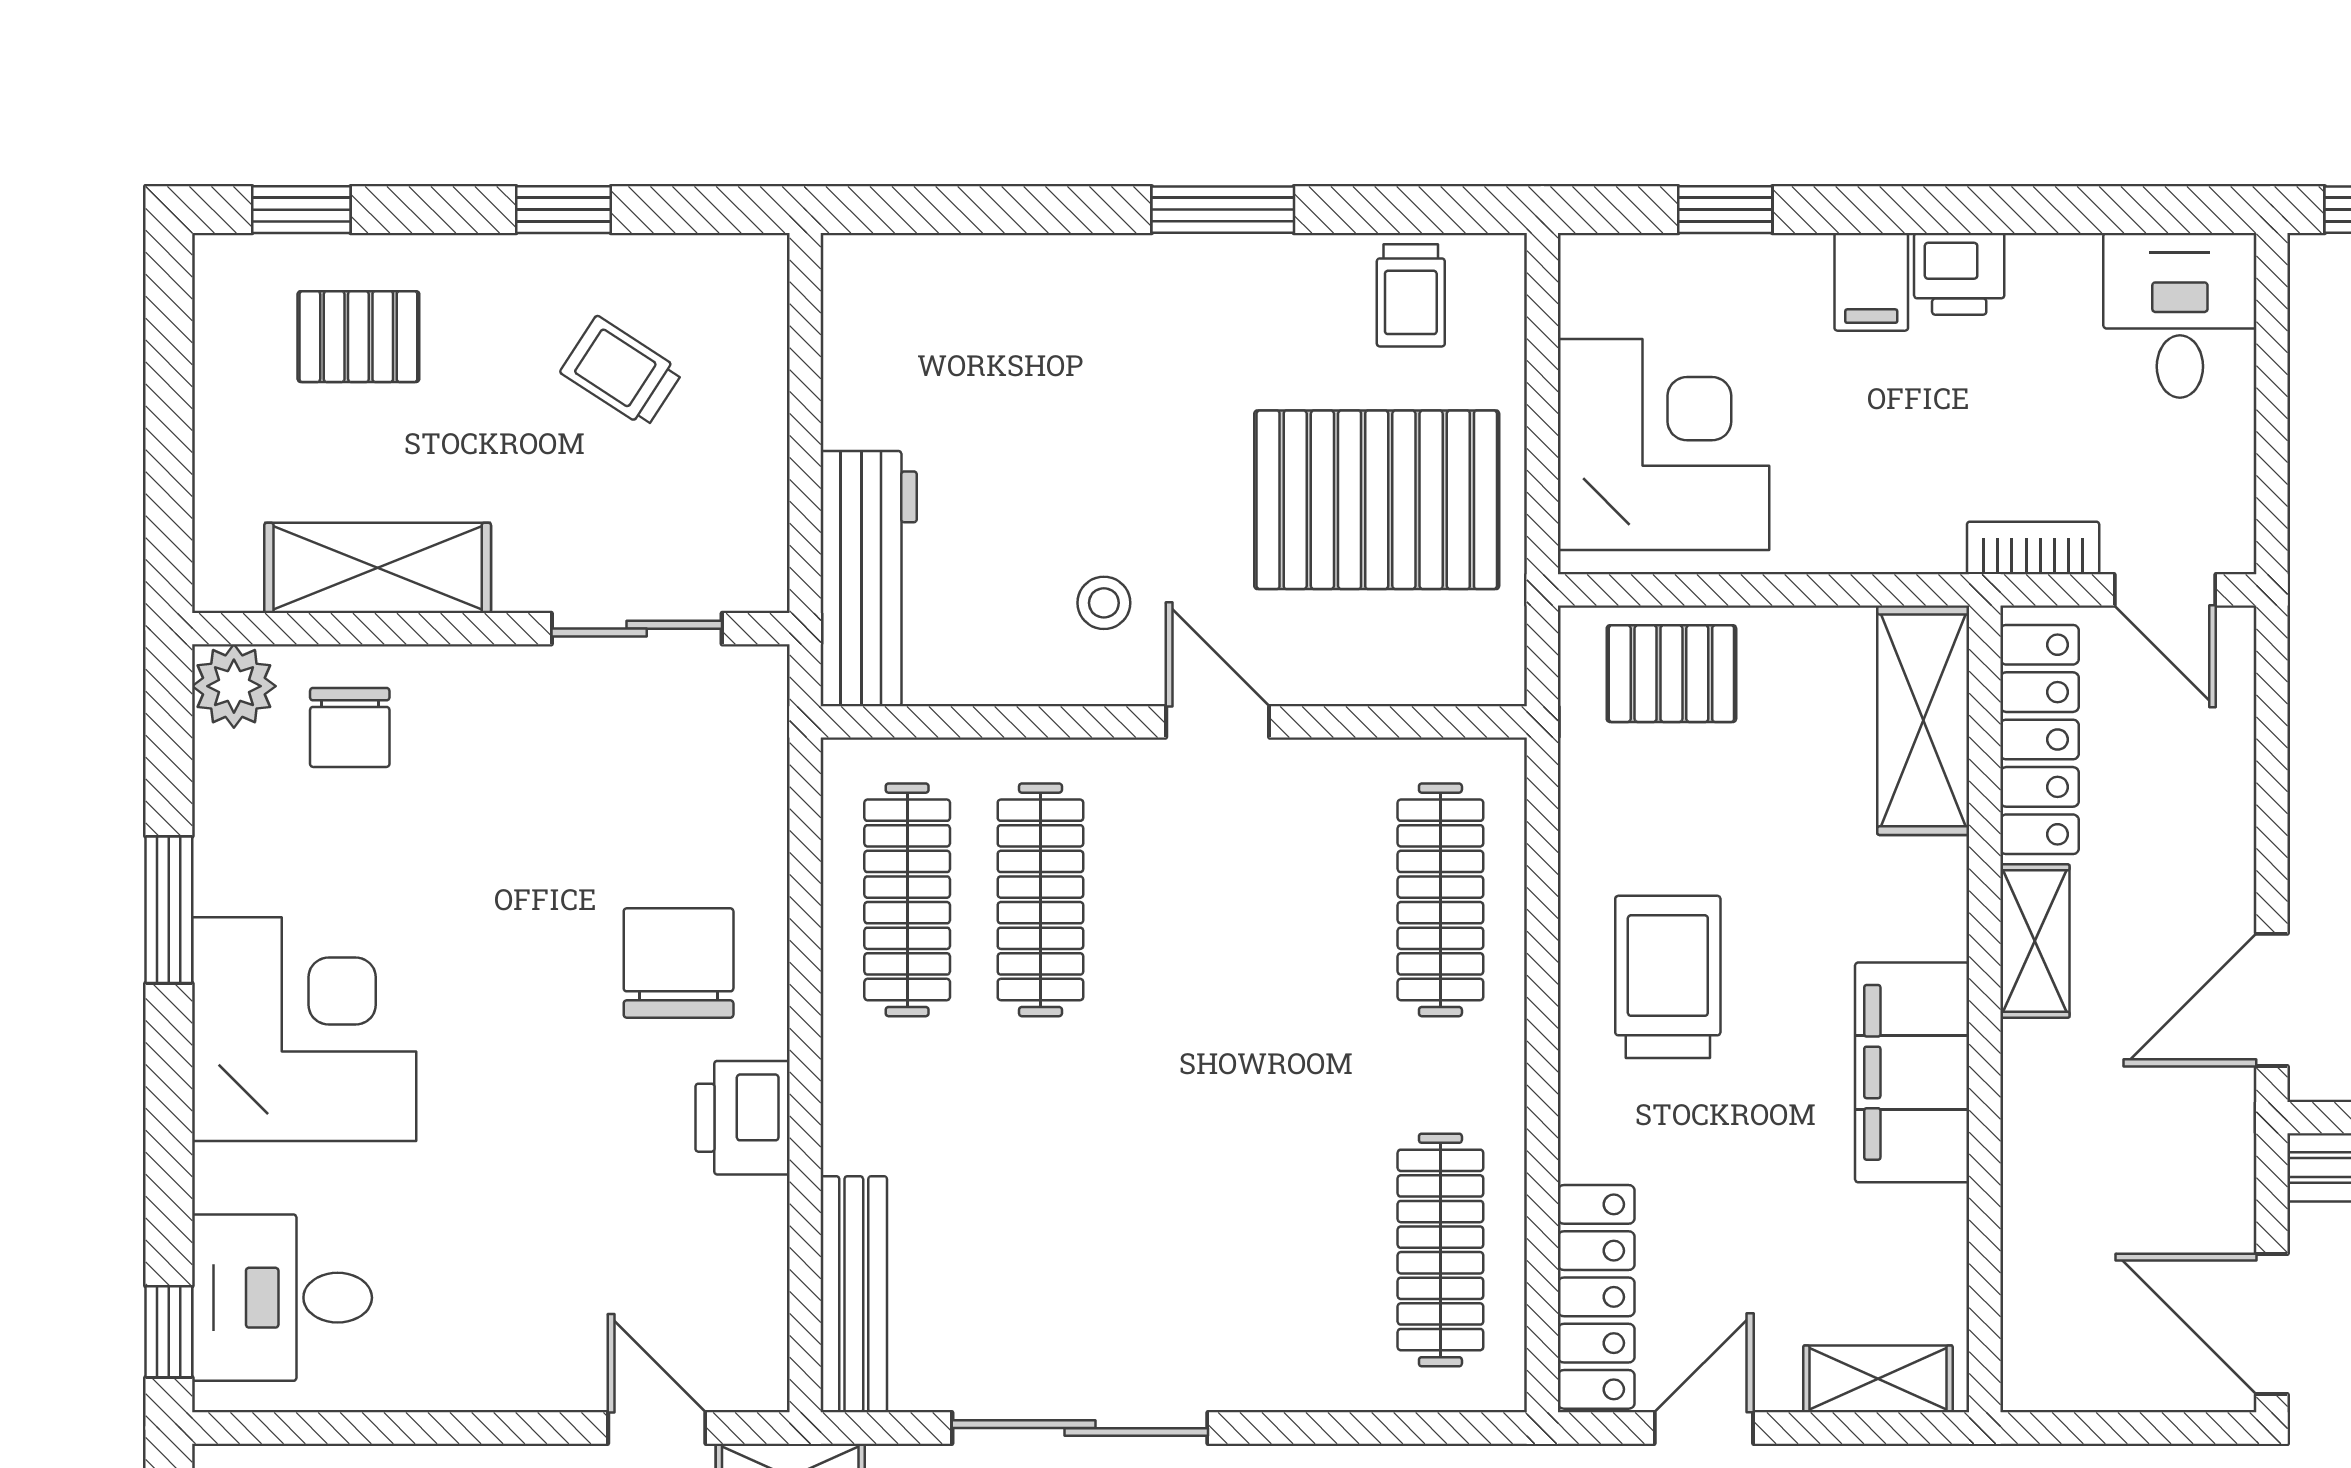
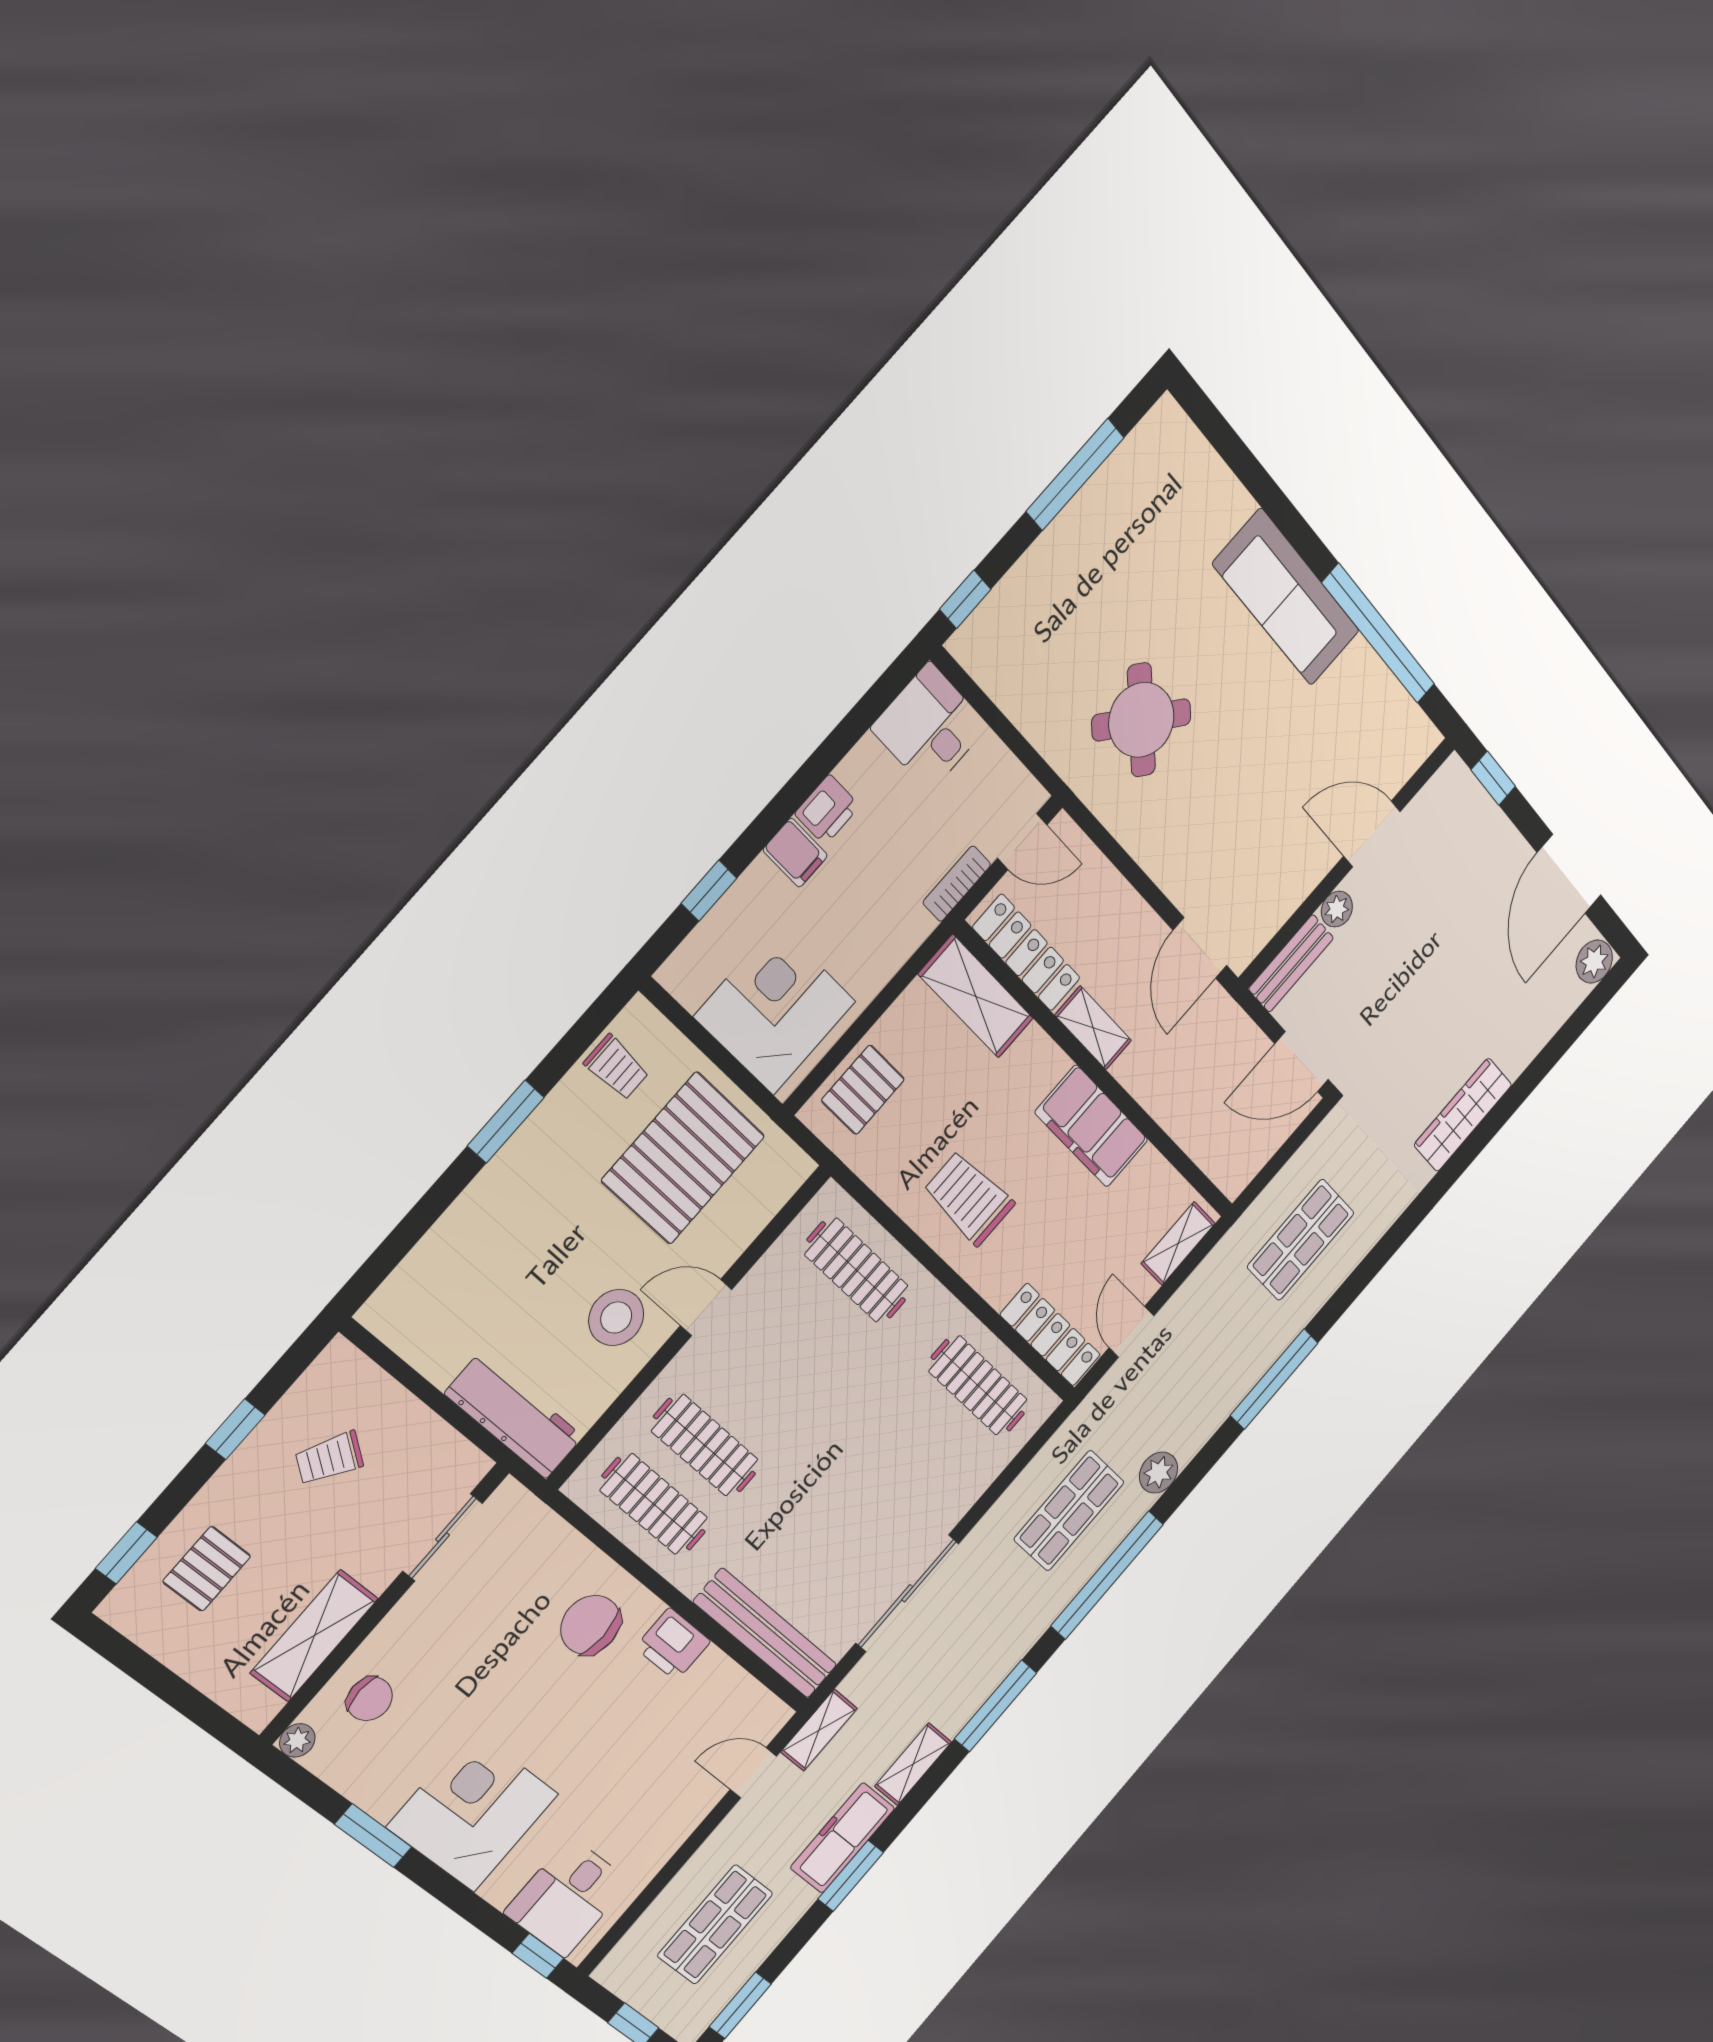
stool: (1104, 603) -> (616, 1317), width x1.89, depth x1.89
plant: (234, 686) -> (297, 1740), width x0.73, depth x0.73
bench: (854, 1294) -> (765, 1633), width x1.37, depth x1.21

